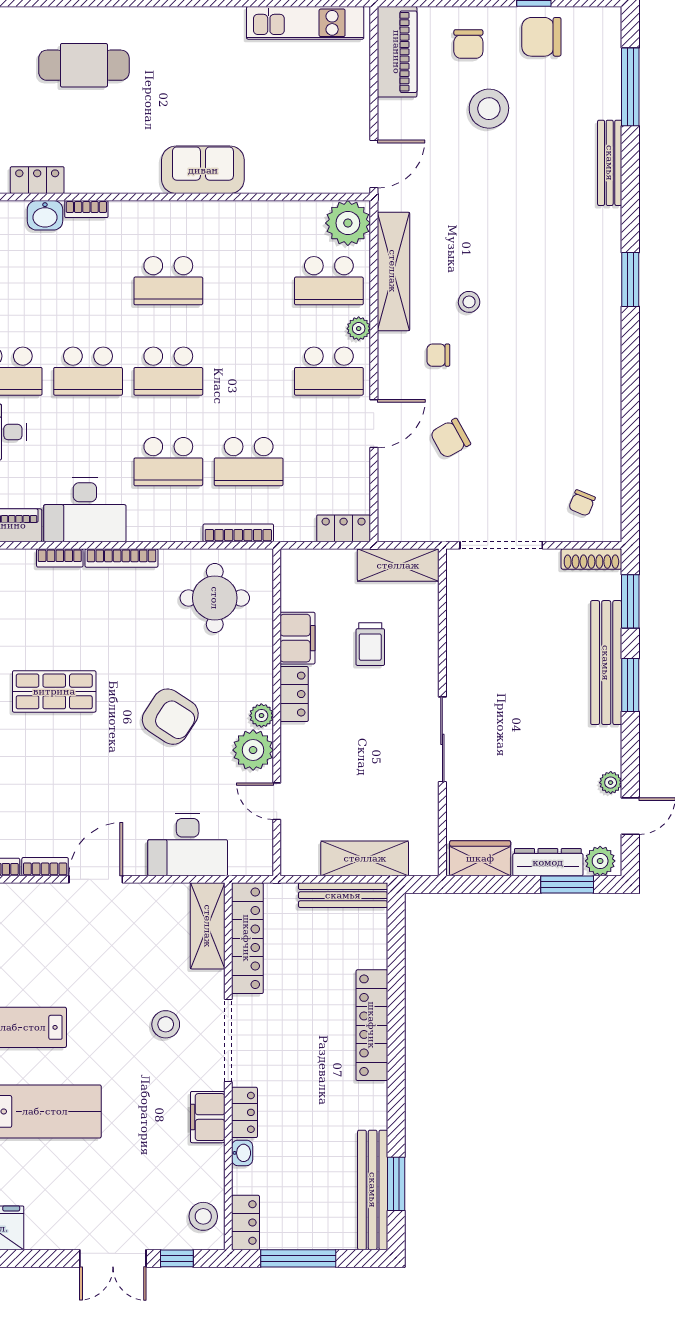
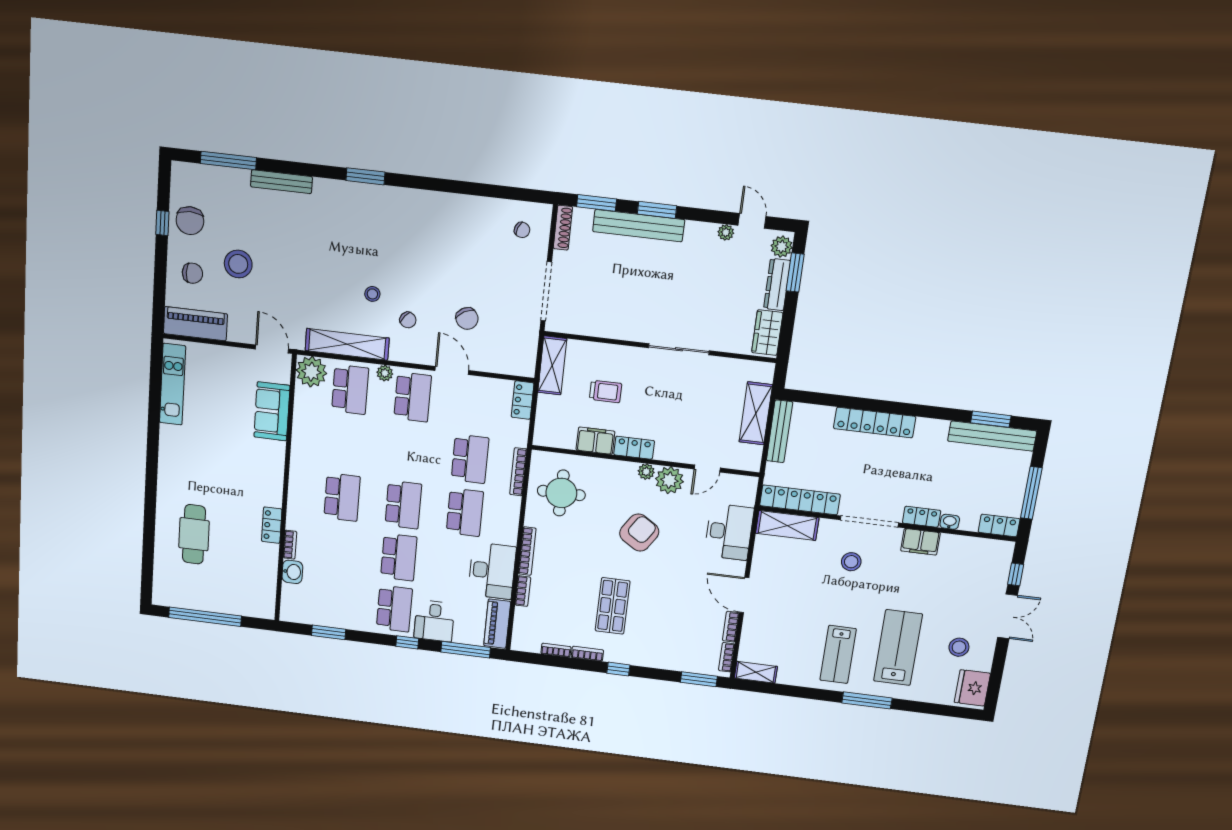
sofa: (203, 170) -> (272, 411), moved
locker: (37, 180) -> (272, 525), moved
chair: (438, 355) -> (408, 320), turned -51
stool: (203, 1216) -> (959, 647), moved

